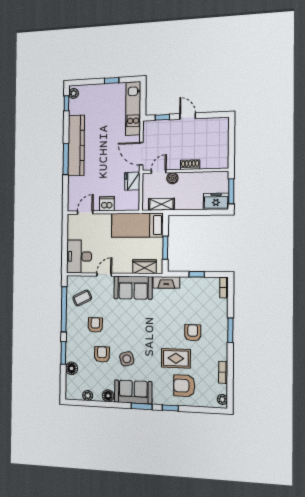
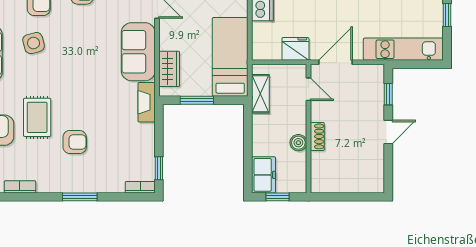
boiler: (172, 178) -> (298, 143), moved
window: (231, 191) -> (278, 197), width x0.67
window: (197, 274) -> (159, 168), moved

